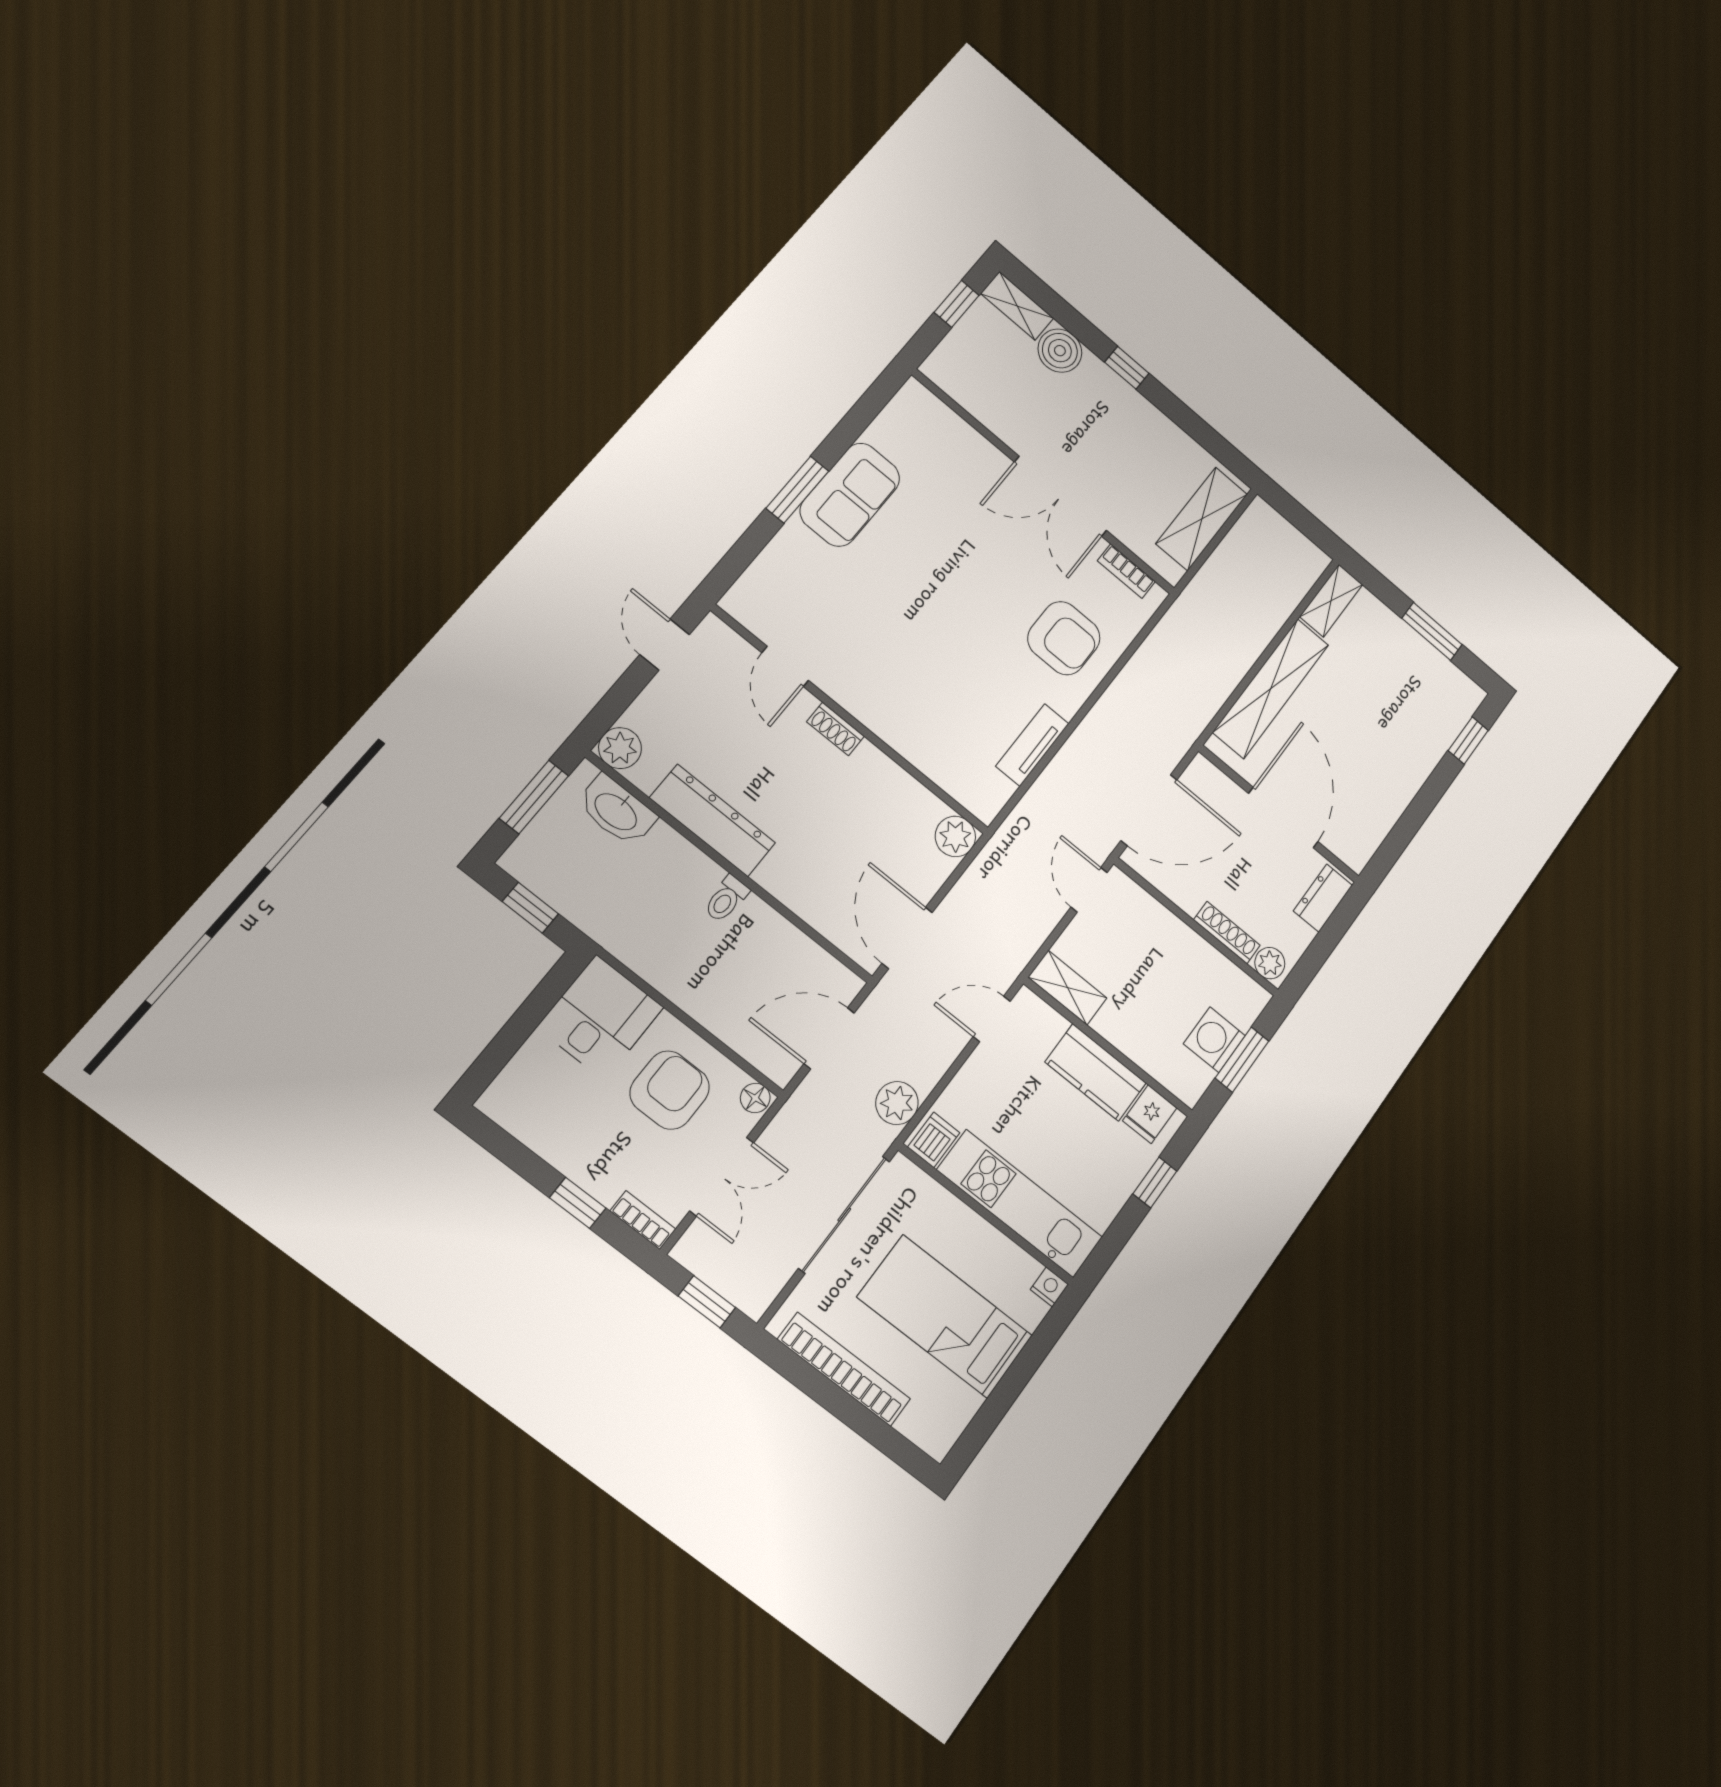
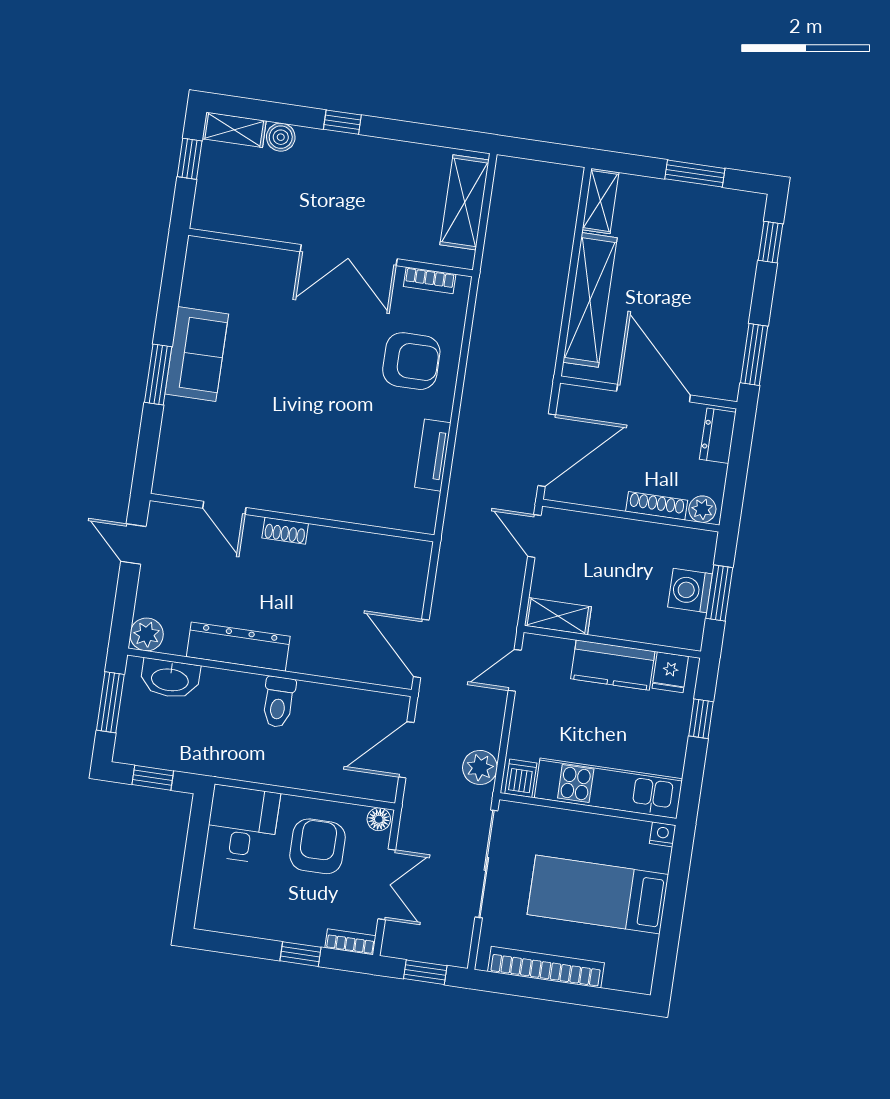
boiler: (1060, 351) -> (281, 137), width x0.73, depth x0.73
plant: (955, 836) -> (414, 556), removed
window: (1398, 839) -> (754, 355), added
toilet: (726, 899) -> (278, 702), width x1.37, depth x1.39

